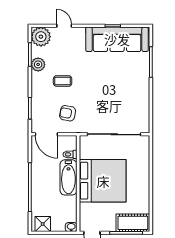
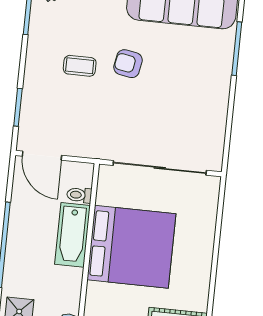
plant: (38, 64) -> (40, 32), removed
armchair: (68, 113) -> (128, 64), moved

